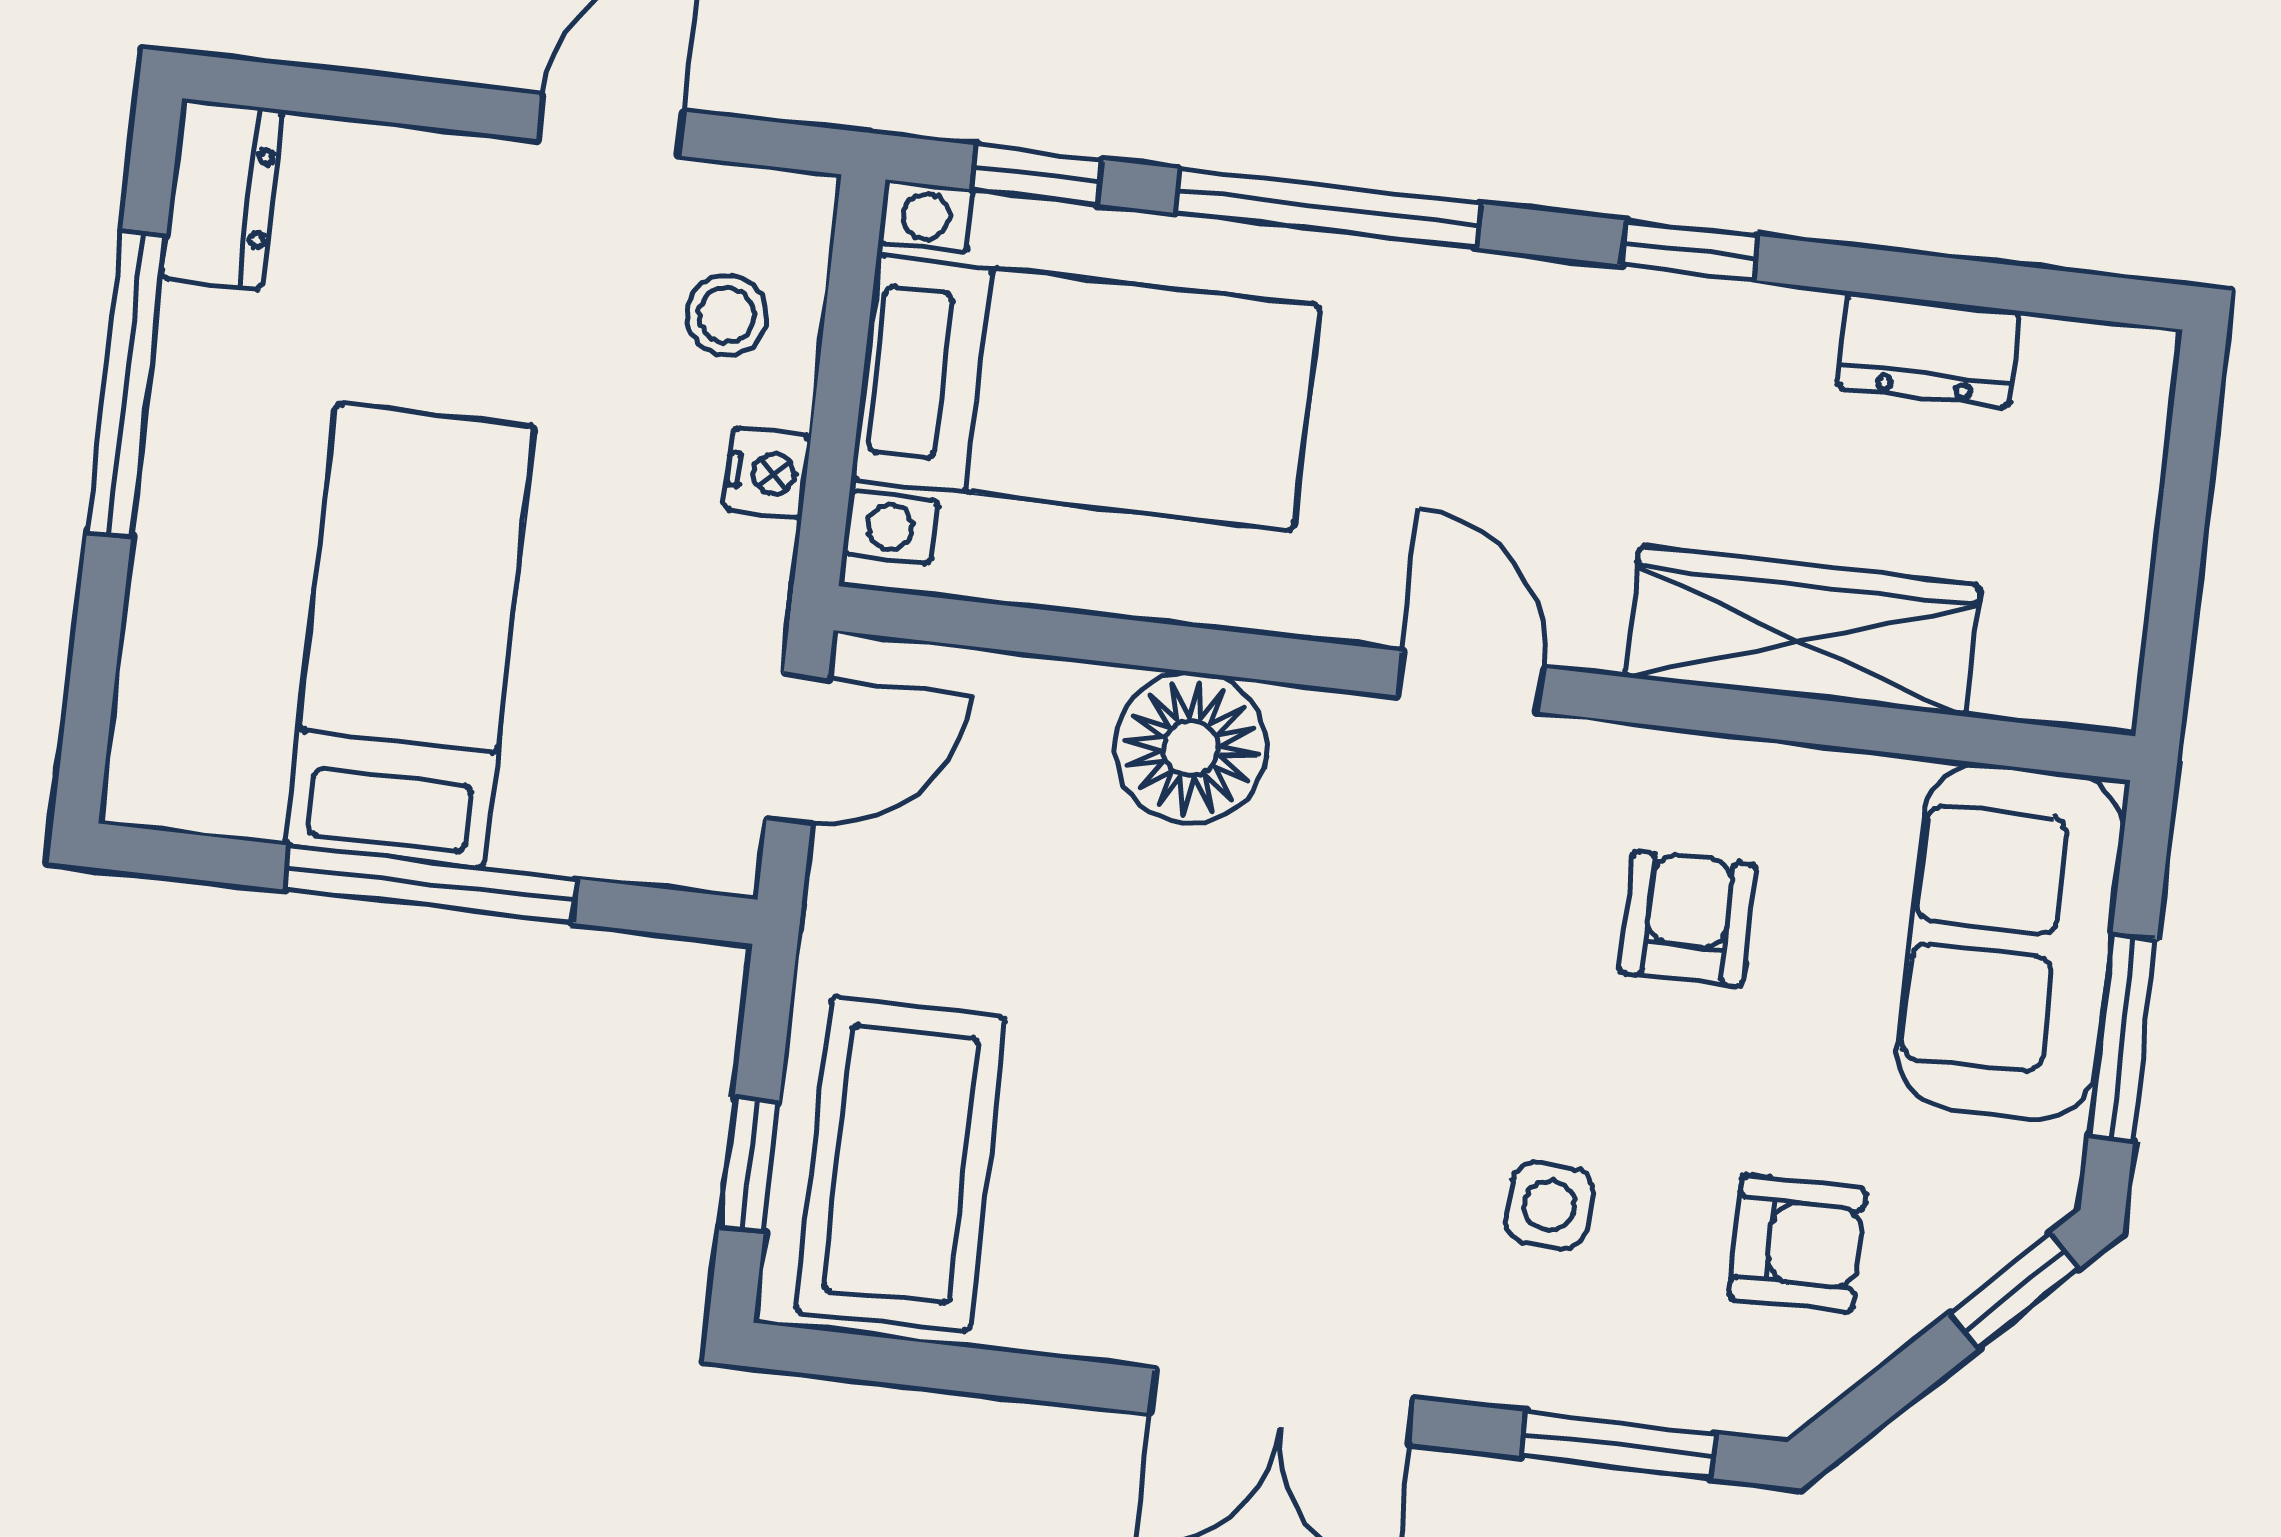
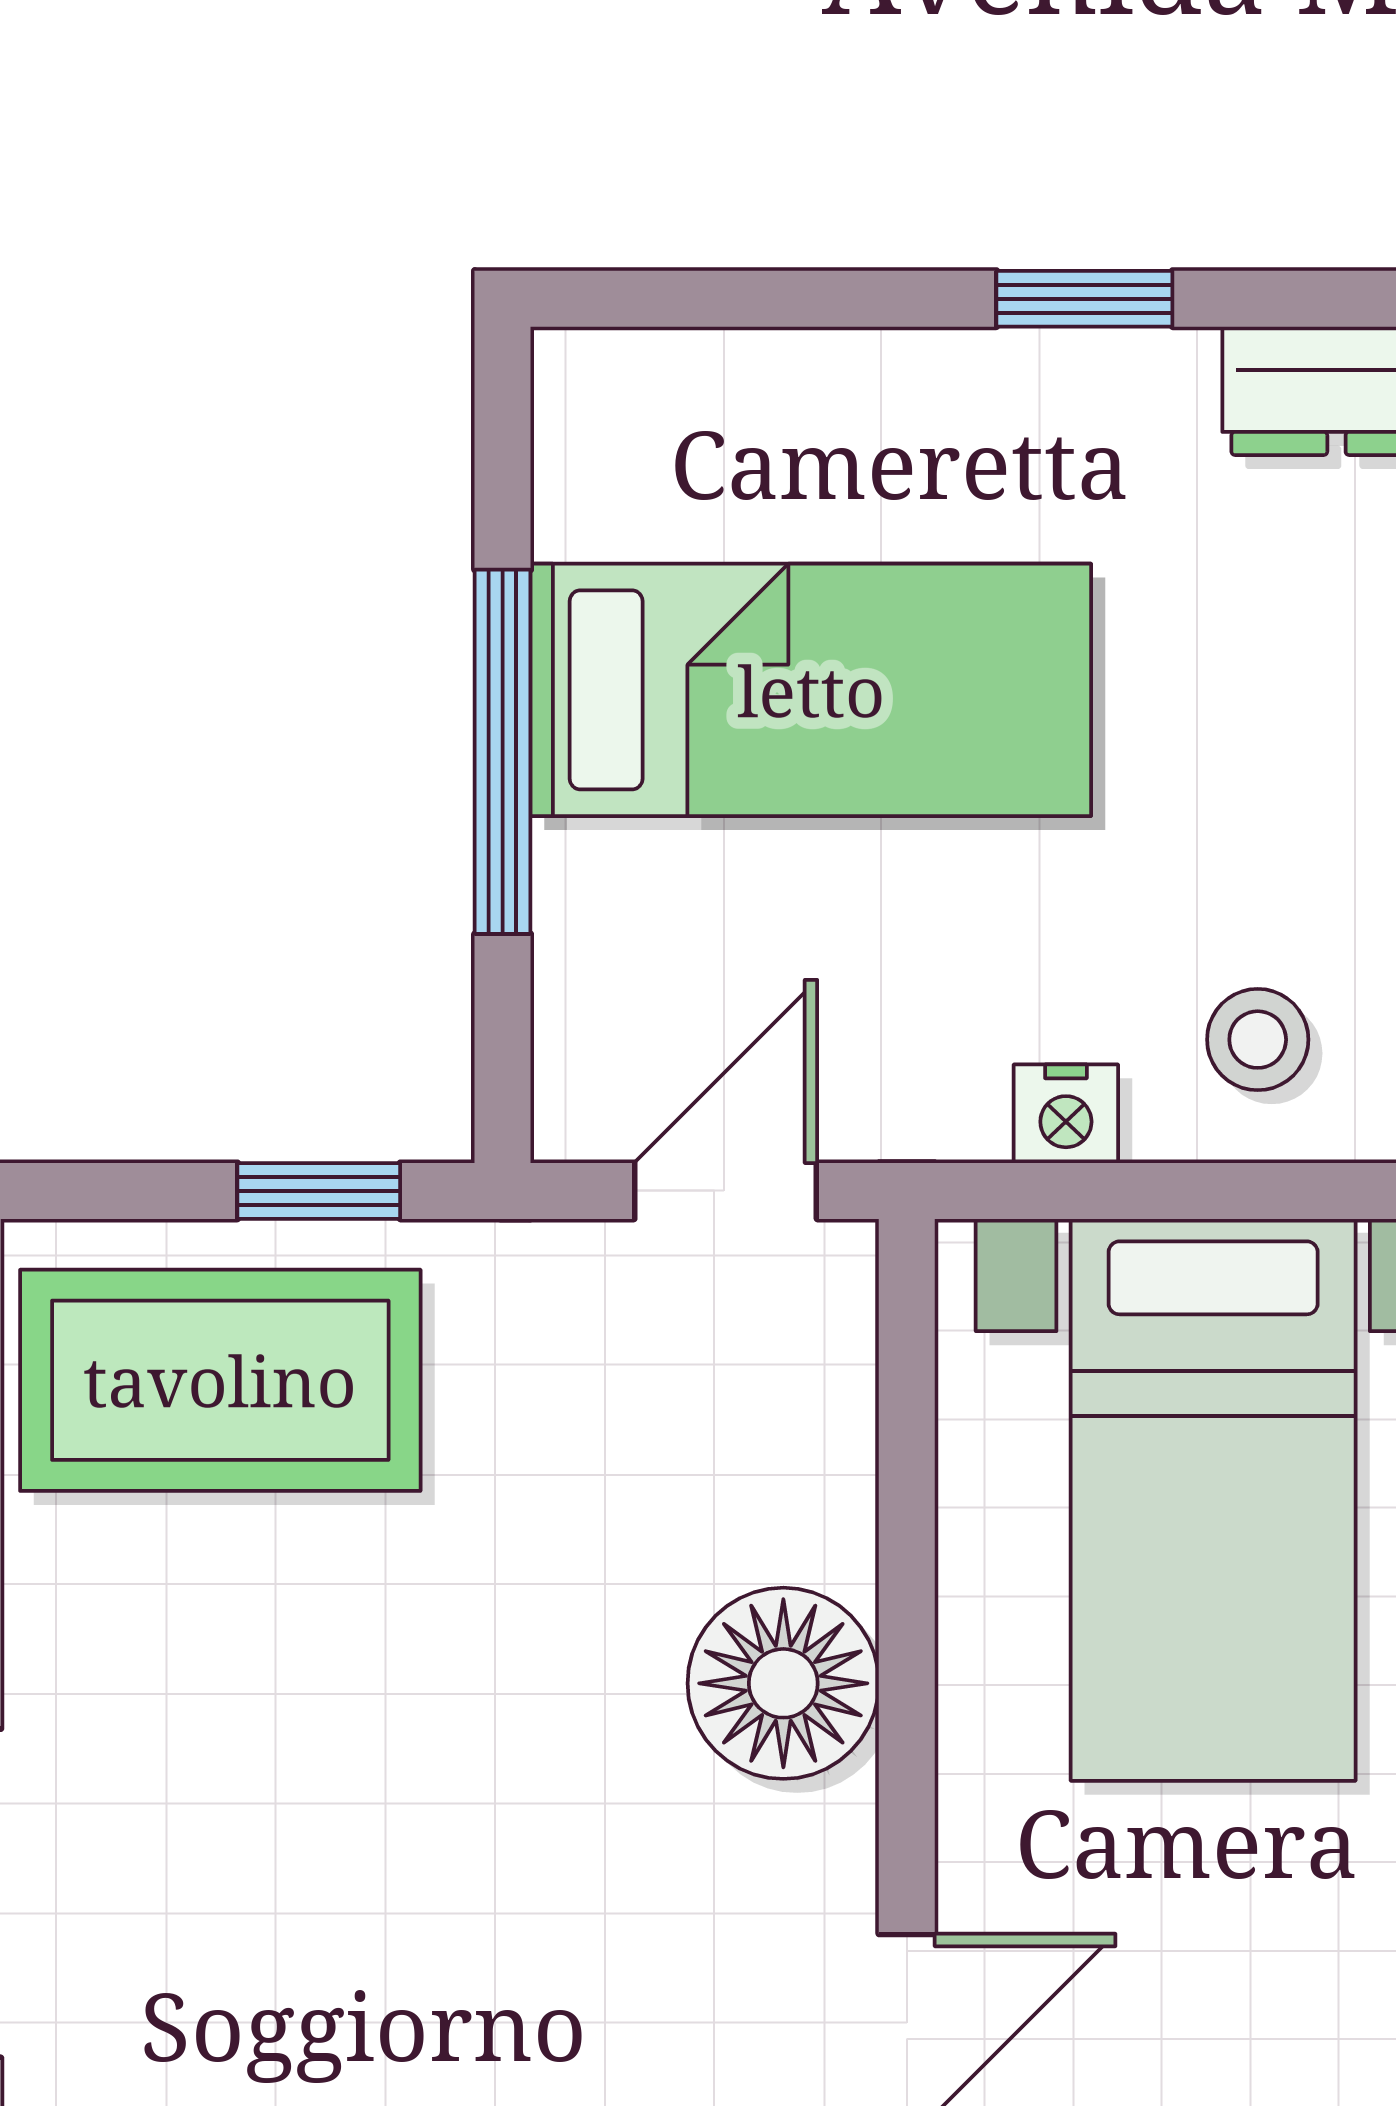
window: (127, 384) -> (1084, 299), width x0.46
door: (797, 748) -> (726, 1191), swing flipped
window: (749, 1165) -> (319, 1191), moved

